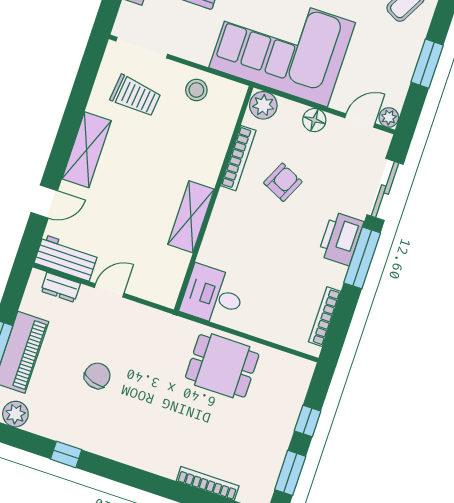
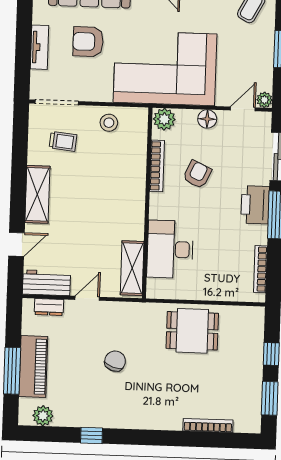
trolley: (136, 96) -> (63, 141), width x0.73, depth x0.72
shelving: (191, 217) -> (132, 268), moved
desk: (213, 295) -> (170, 249), moved, width x1.37
chair: (97, 376) -> (115, 361), moved

